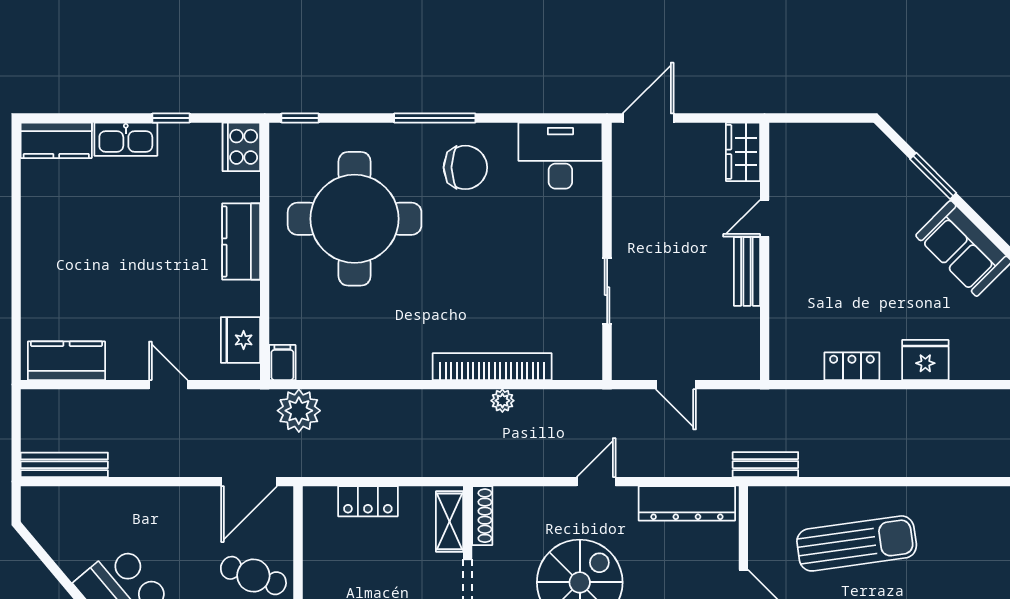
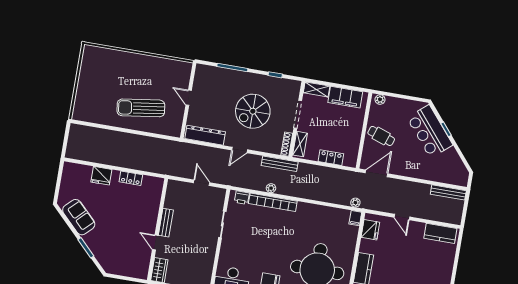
door: (765, 218) -> (155, 242), swing flipped
printer: (570, 365) -> (242, 198), added
plant: (299, 411) -> (355, 203), width x0.53, depth x0.53
bench: (765, 465) -> (280, 164), moved, width x1.36

